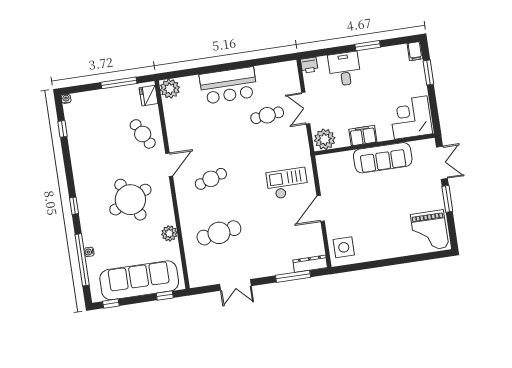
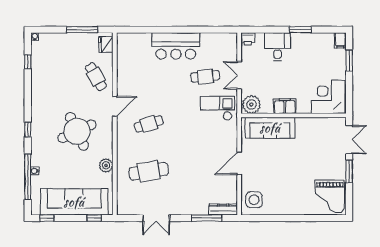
plant: (170, 89) -> (125, 41), removed
sofa: (383, 158) -> (270, 128), moved
checkout: (287, 183) -> (218, 108), moved

